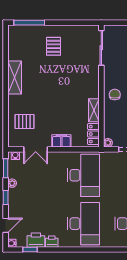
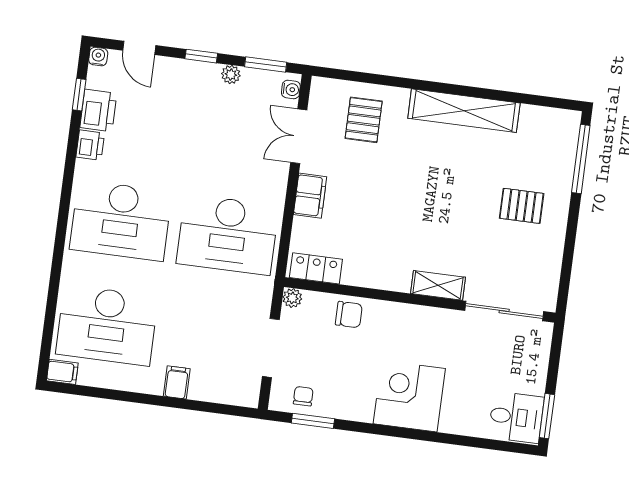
shelving: (15, 77) -> (464, 111), width x1.47
chair: (115, 94) -> (349, 315), moved
shelving: (94, 110) -> (438, 285), moved

